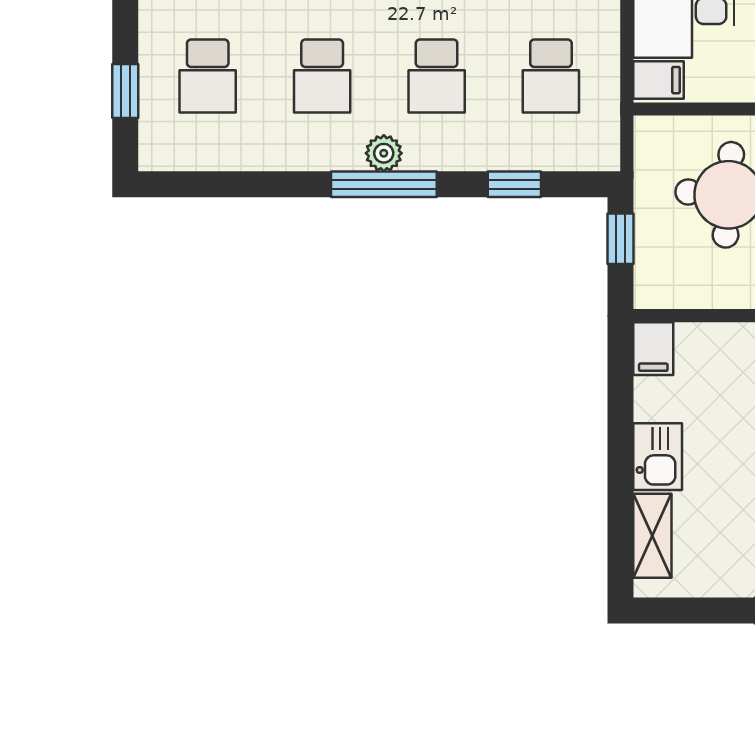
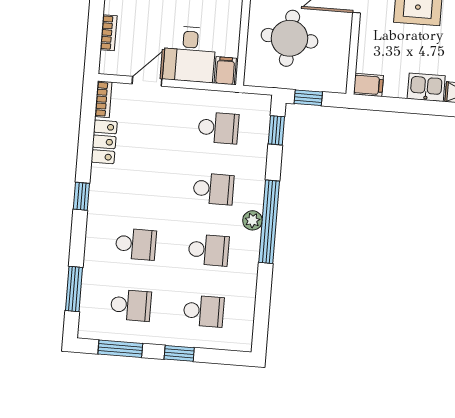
window: (125, 91) -> (179, 353), moved
window: (384, 184) -> (269, 222), width x1.46
window: (514, 184) -> (276, 130), moved

